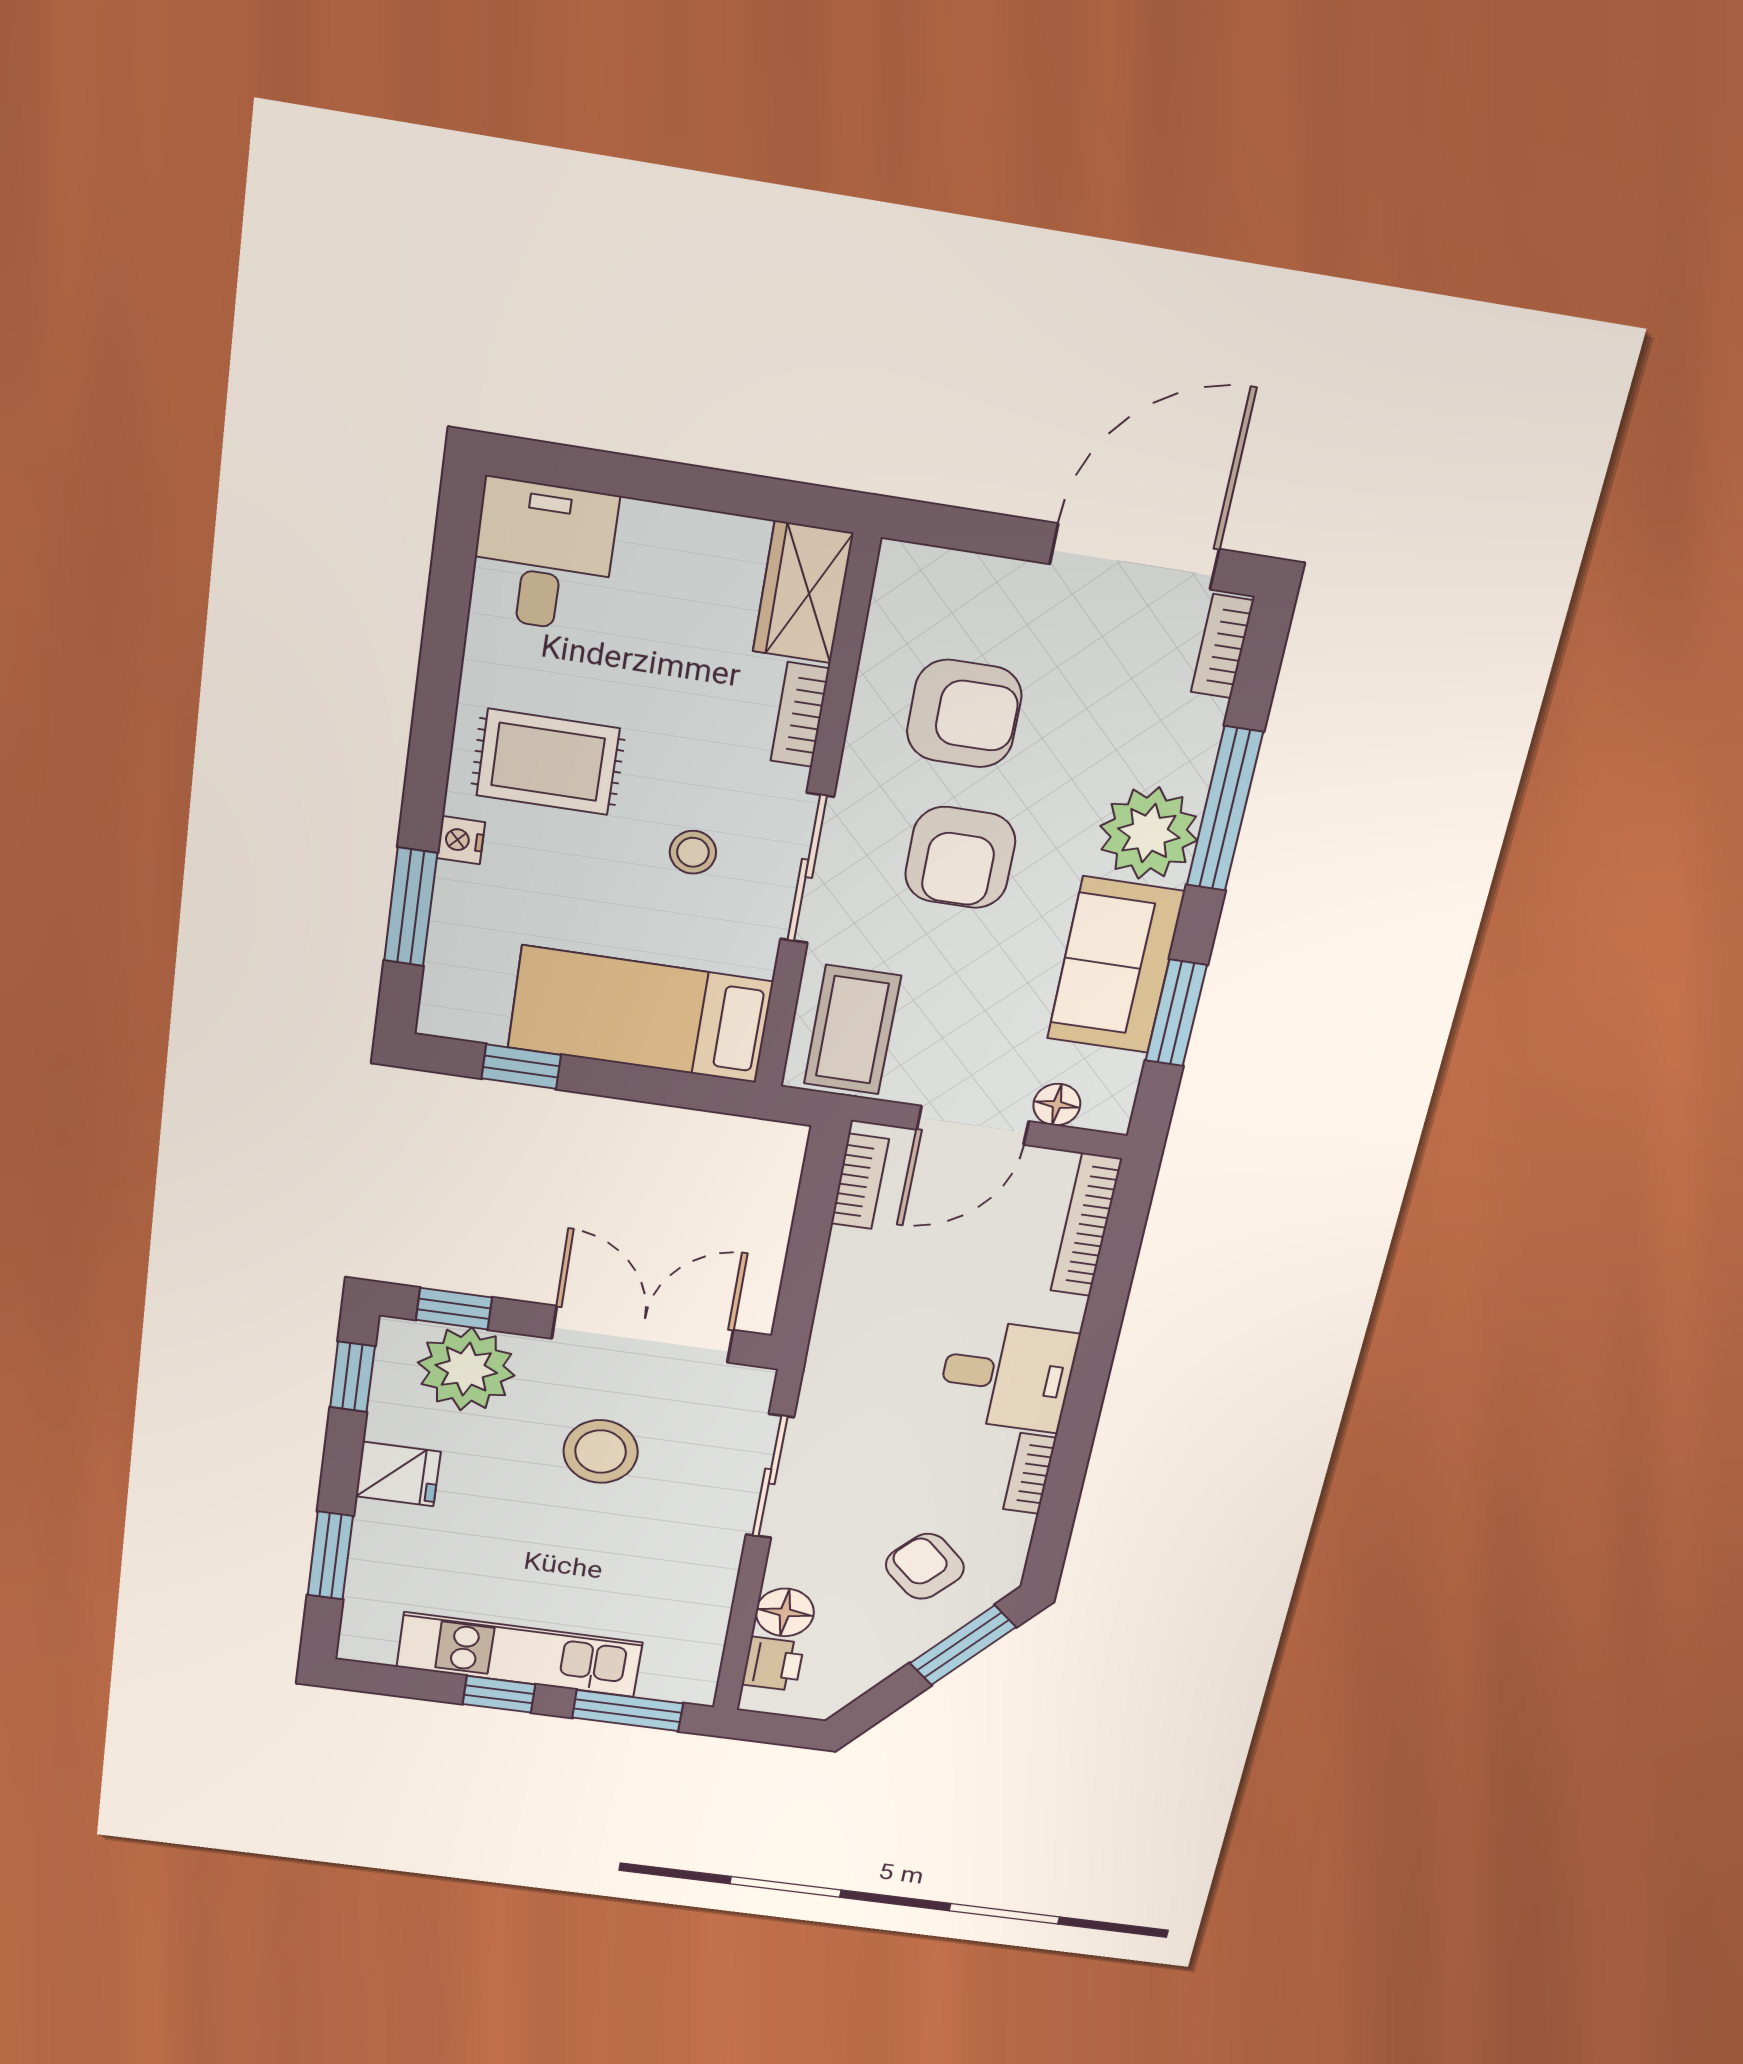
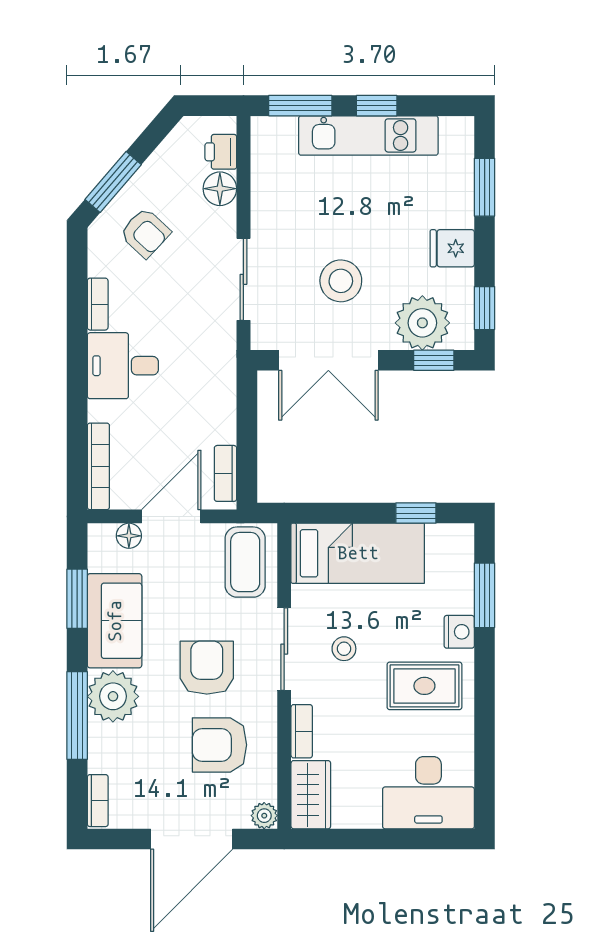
desk: (543, 556) -> (428, 793), width x1.37
door: (1135, 557) -> (192, 839), moved
plant: (902, 566) -> (264, 816), added
nightstand: (461, 840) -> (459, 632), width x1.39, depth x1.35

